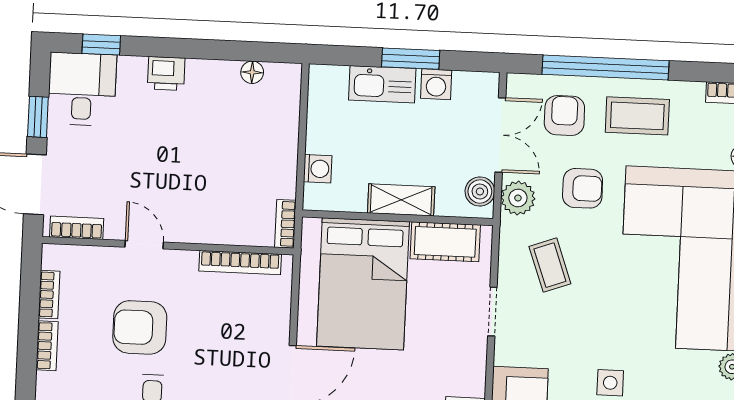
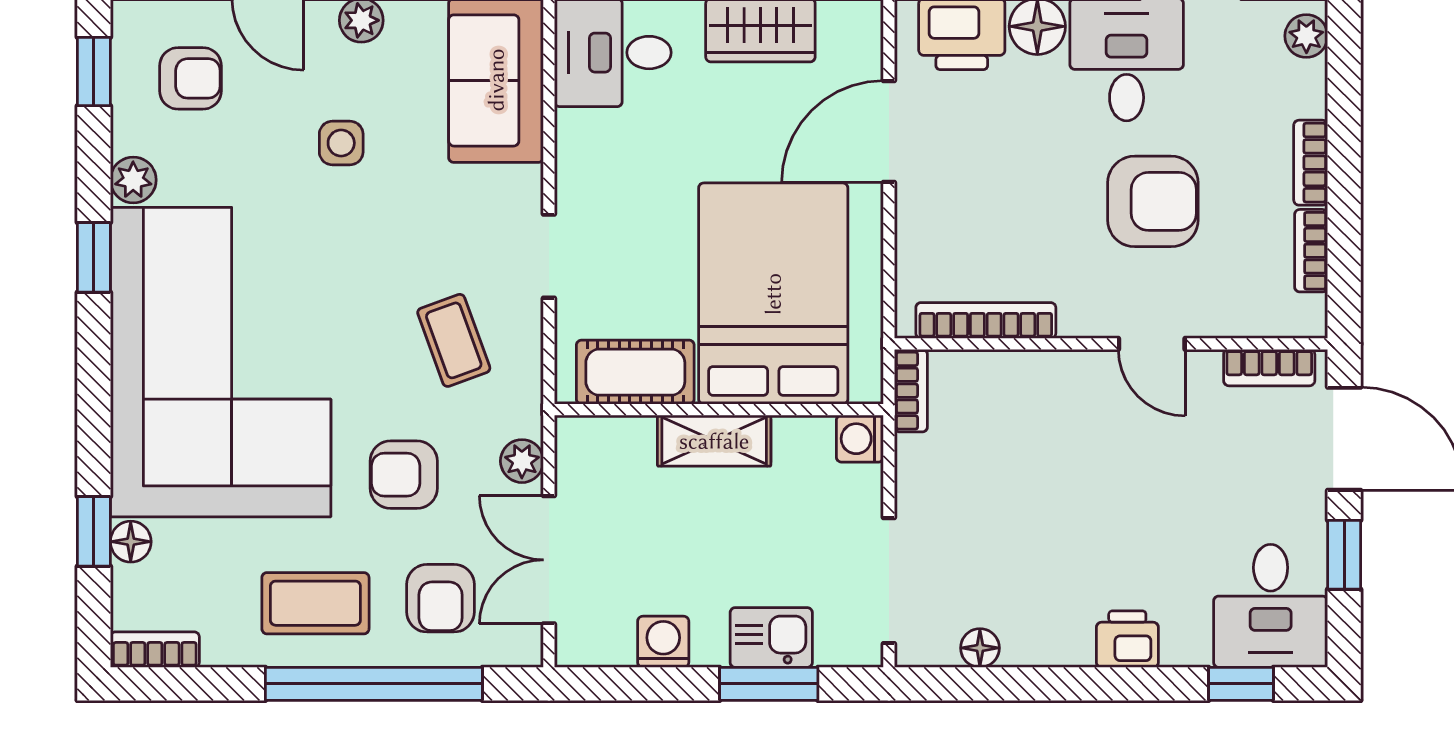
window: (411, 59) -> (769, 684), moved
kitchen sink: (382, 84) -> (771, 638), width x0.73
doorway: (303, 114) -> (889, 581), added
washing machine: (318, 169) -> (860, 439), moved
boiler: (480, 191) -> (580, 461), removed
plant: (518, 198) -> (522, 461), width x0.73, depth x0.73

